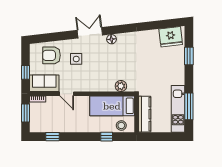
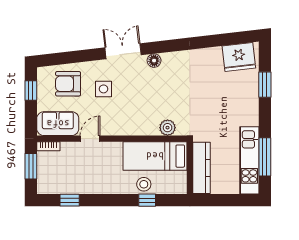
window: (26, 72) -> (31, 91), moved
door: (67, 94) -> (90, 139), swing flipped
stool: (121, 125) -> (144, 184), moved

